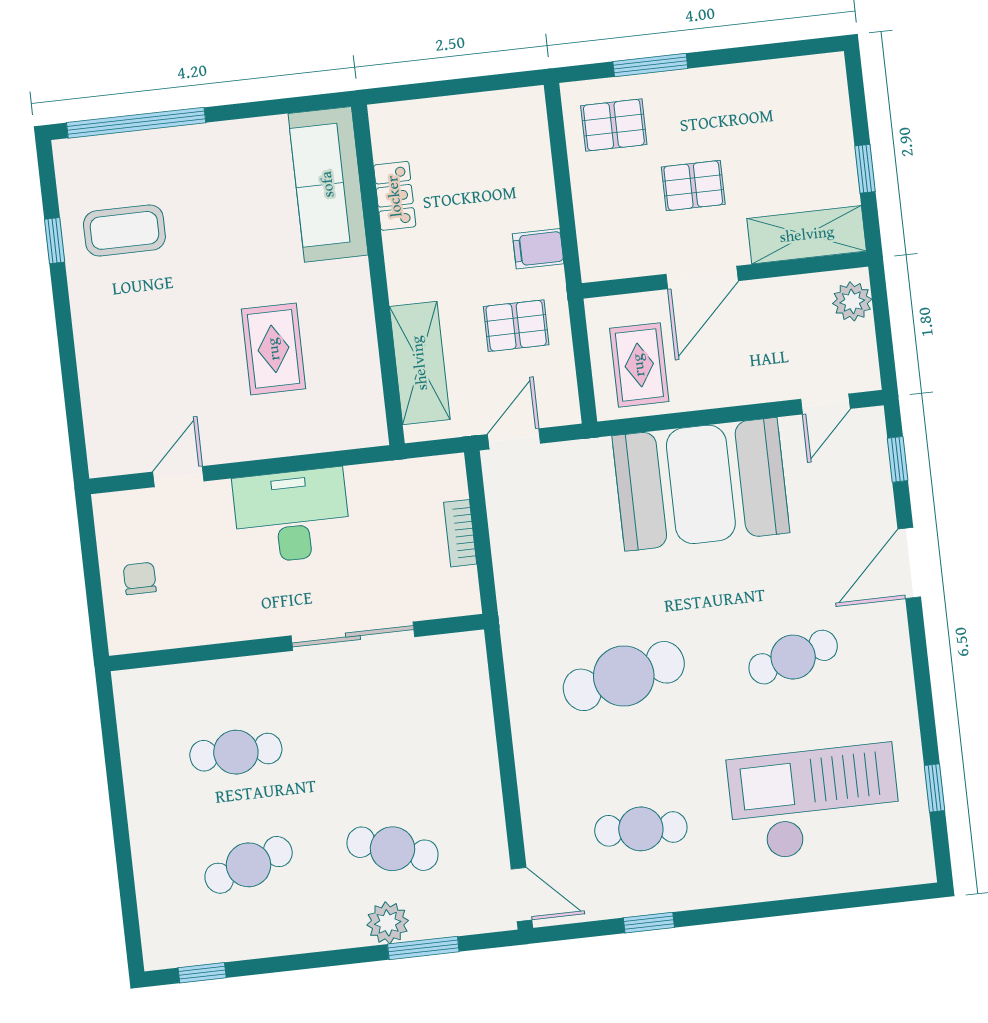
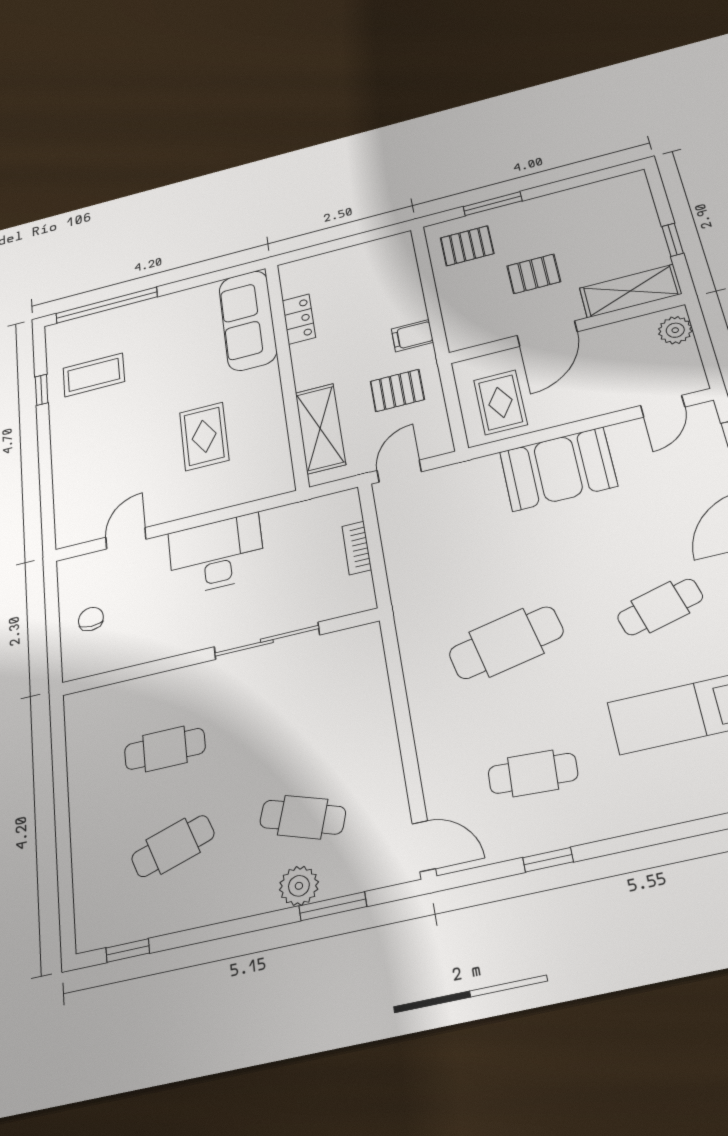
booth: (701, 484) -> (558, 469), width x0.73, depth x0.70

